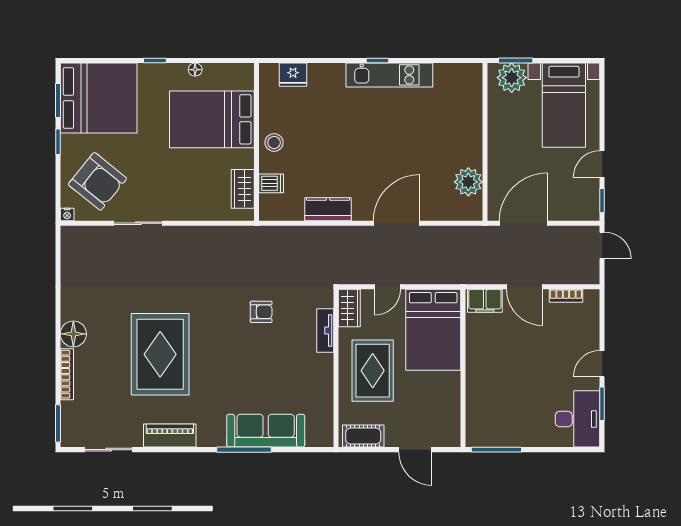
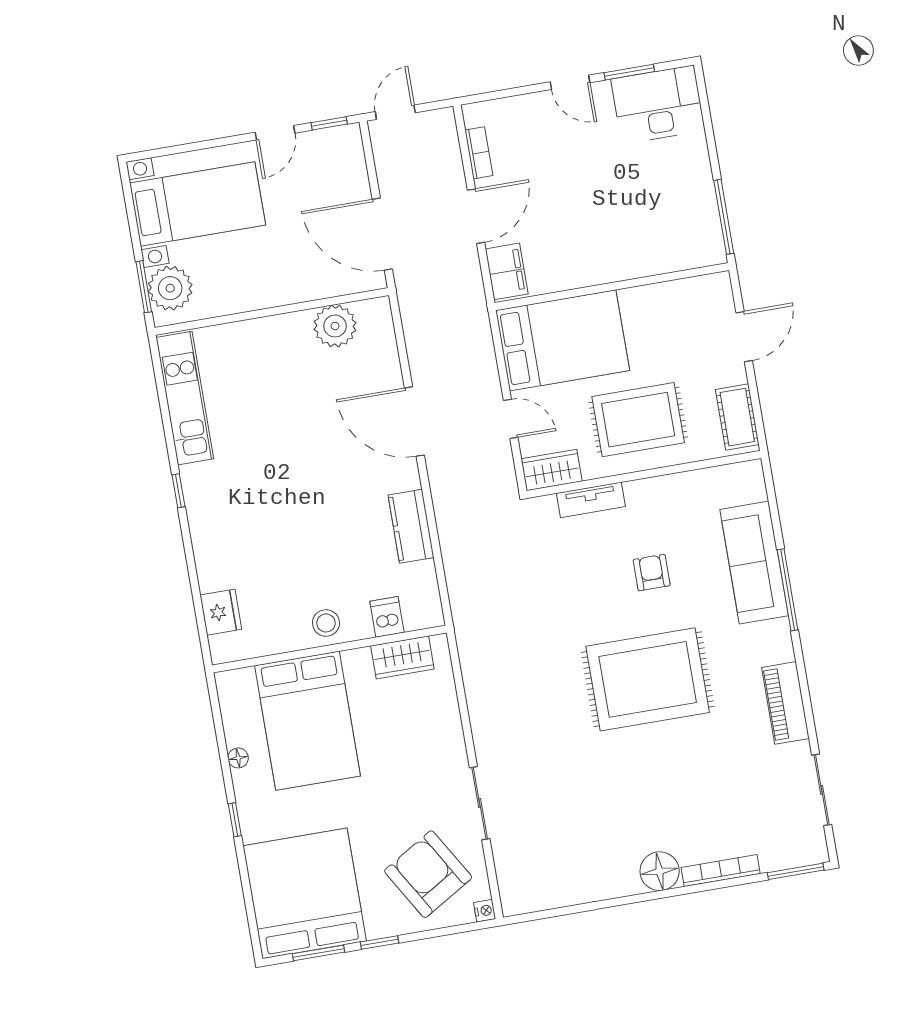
kitchen unit: (389, 75) -> (185, 398), moved
door: (602, 164) -> (275, 133), hinge flipped
armchair: (97, 181) -> (428, 874), turned -70
armchair: (261, 312) -> (652, 573), moved
rug: (160, 354) -> (648, 679), moved

